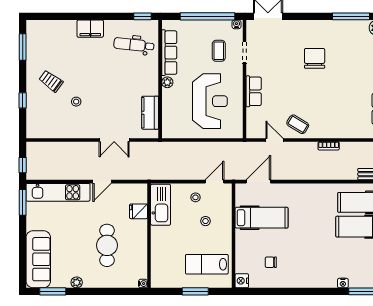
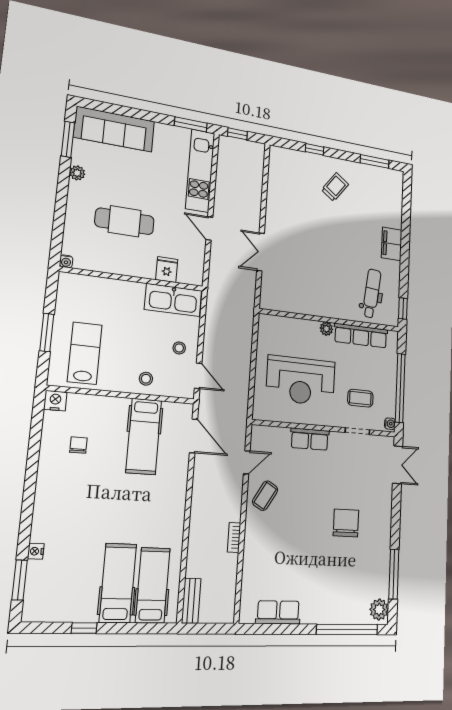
chair: (315, 58) -> (346, 523), turned -90
stool: (76, 102) -> (310, 213), removed
kitchen counter: (150, 113) -> (291, 302), removed
stool: (206, 221) -> (146, 379), moved

